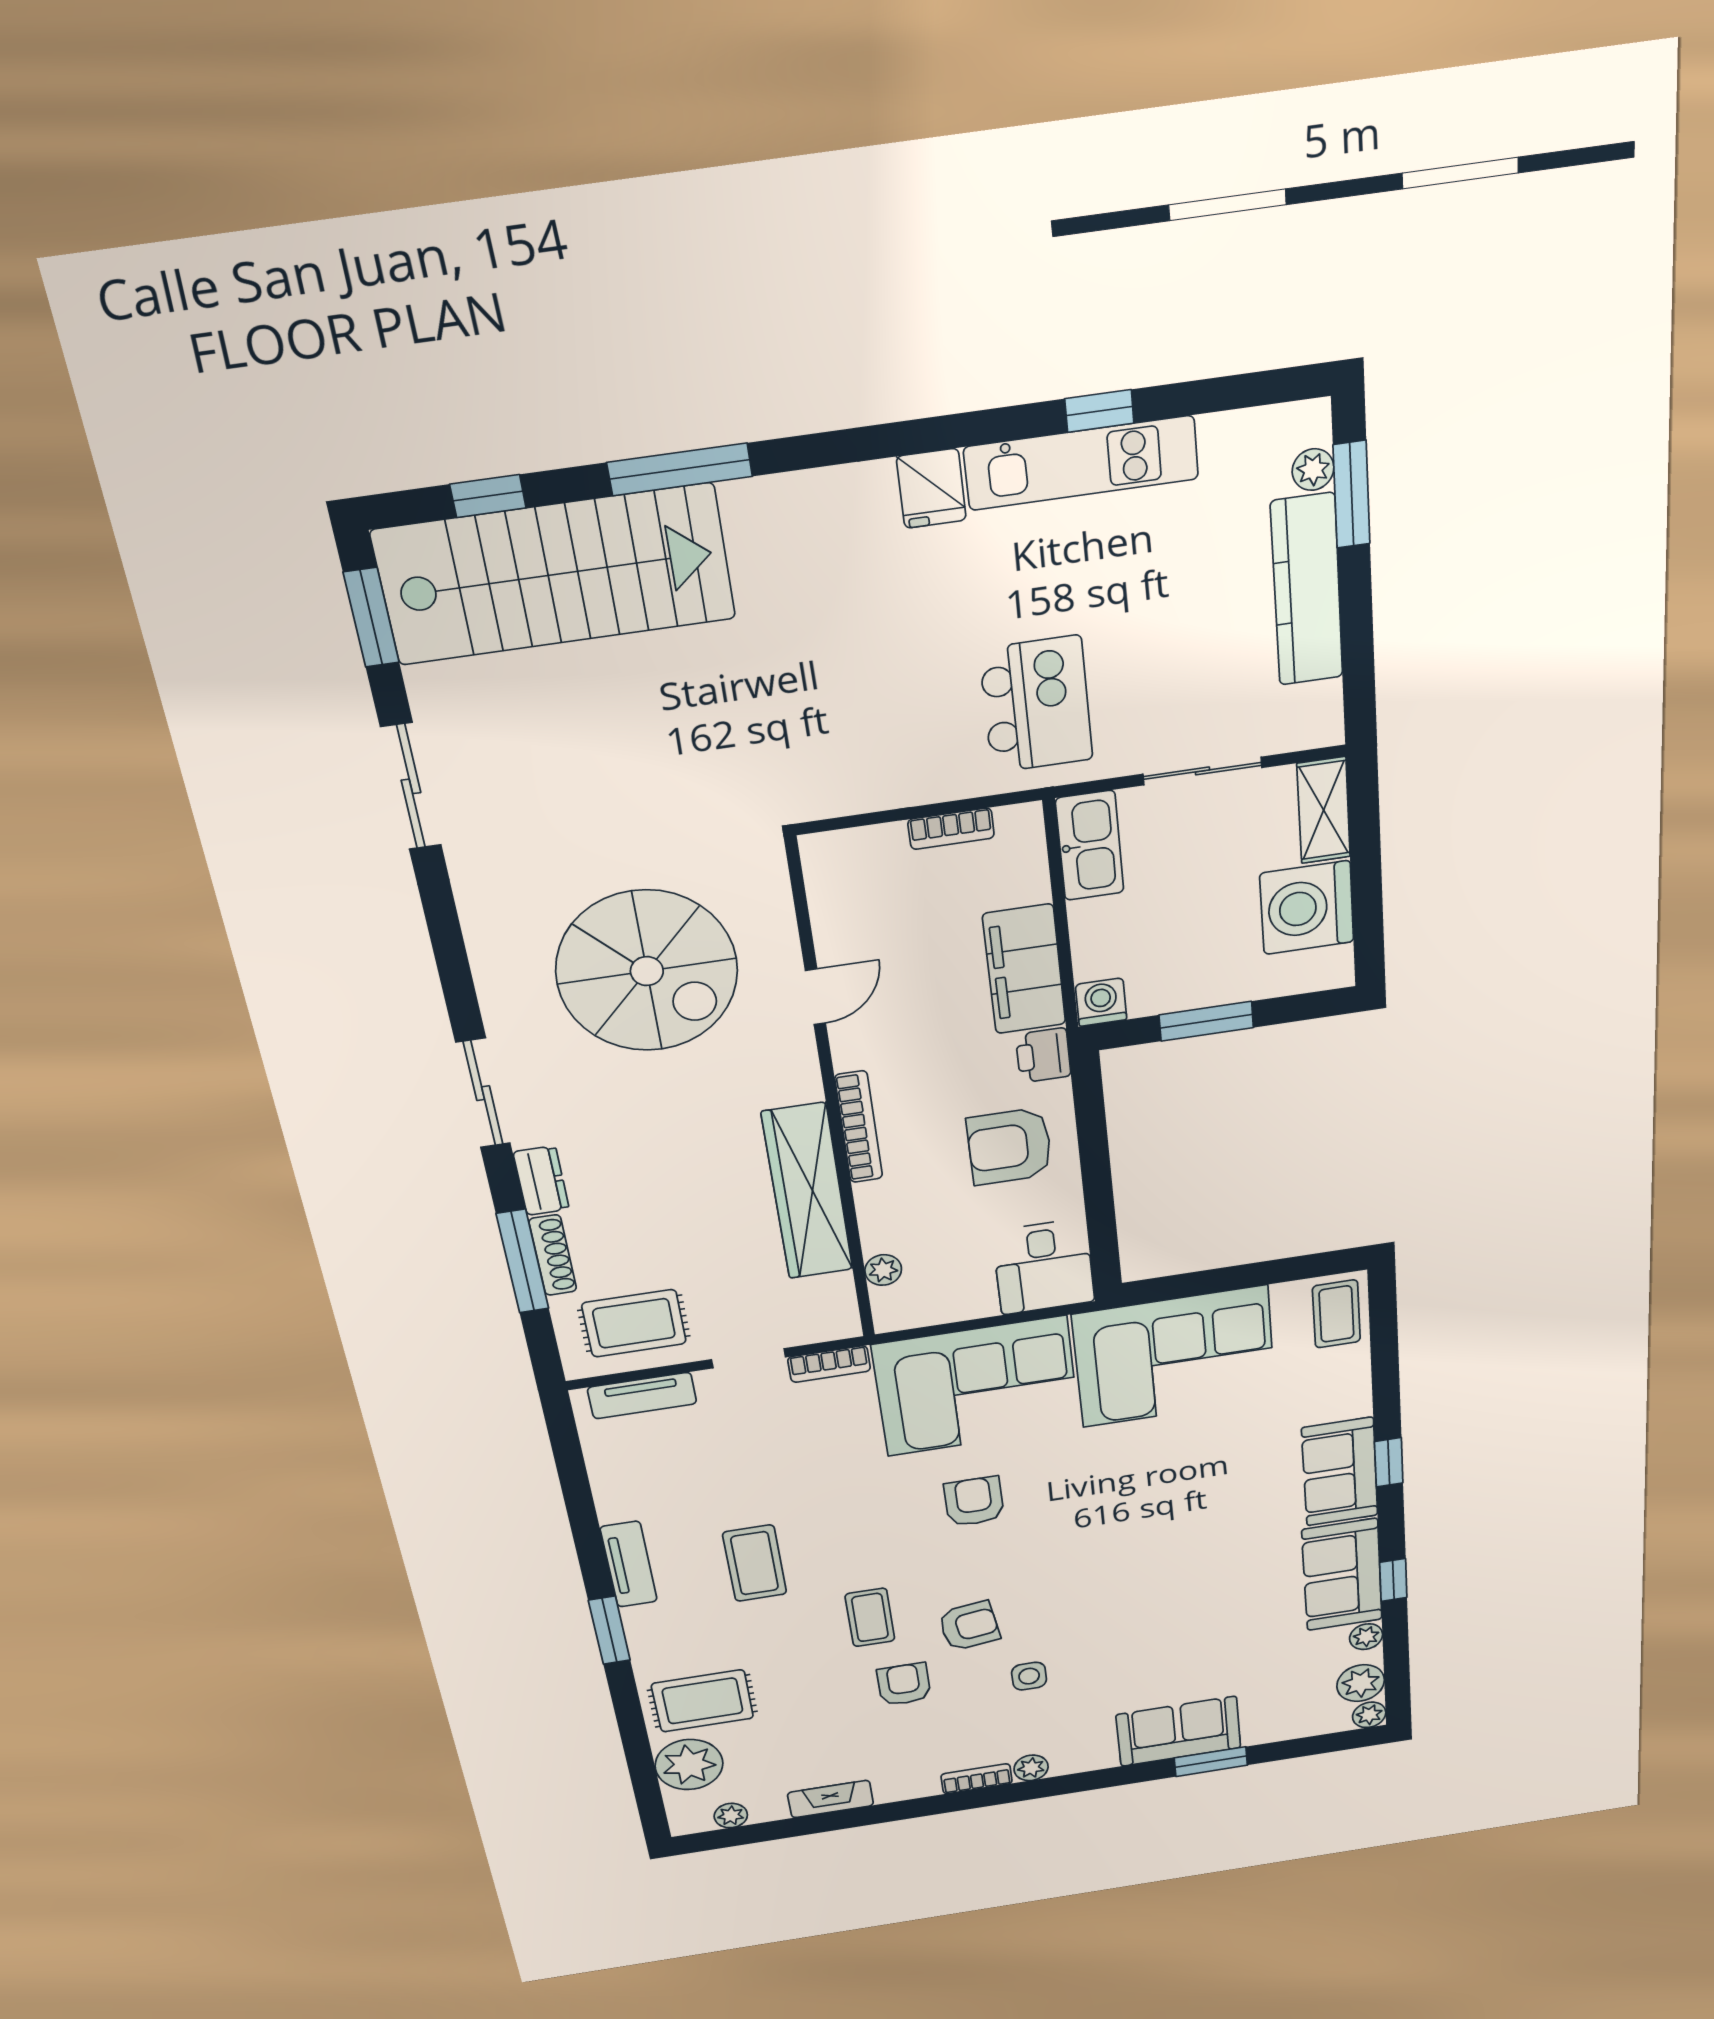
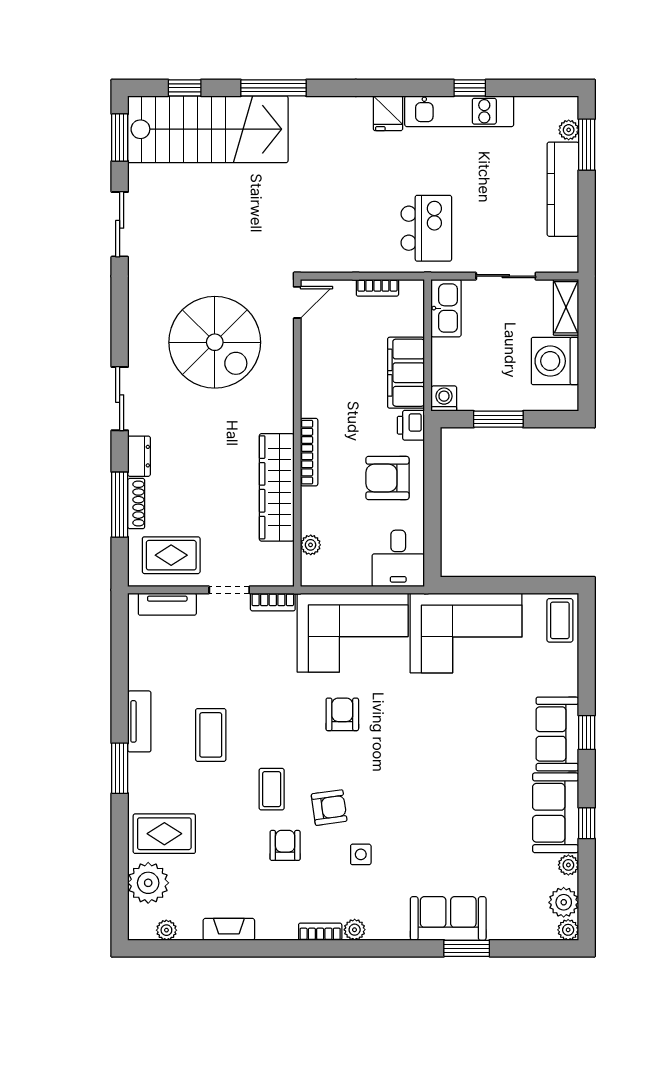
door: (815, 997) -> (297, 302), moved

